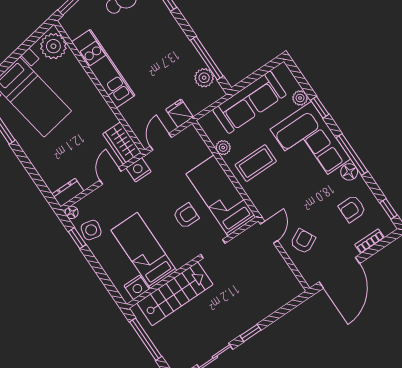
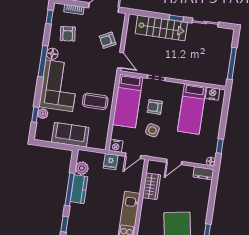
kitchen counter: (186, 52) -> (79, 189), added
window: (207, 58) -> (70, 189), moved
sofa: (249, 102) -> (70, 135), width x0.73
window: (320, 107) -> (35, 115), moved
wardrobe: (122, 143) -> (151, 186), moved
plant: (223, 148) -> (104, 124), removed
nightstand: (139, 170) -> (116, 146), moved
armchair: (352, 209) -> (68, 34), turned 84
side table: (91, 230) -> (152, 130), moved
door: (269, 232) -> (120, 60), swing flipped
stairs: (175, 294) -> (161, 28), moved, turned 180

